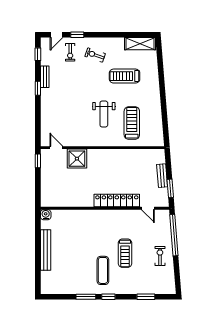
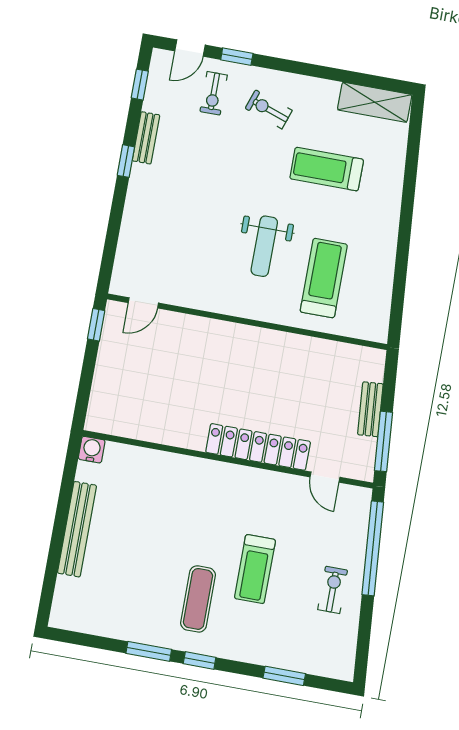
door: (56, 148) -> (143, 303), swing flipped
shower: (77, 159) -> (185, 336), removed
window: (170, 188) -> (384, 441), width x1.44

